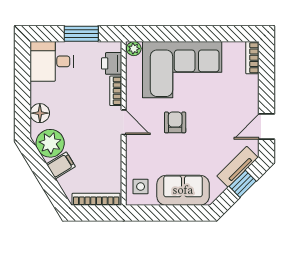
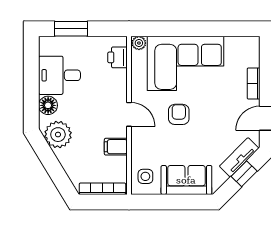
window: (81, 34) -> (71, 29), moved
bookcase: (252, 58) -> (254, 84), moved
desk: (52, 61) -> (59, 75), moved
bookcase: (116, 91) -> (121, 84), removed
filing cabinet: (61, 165) -> (116, 147), moved, turned -149

